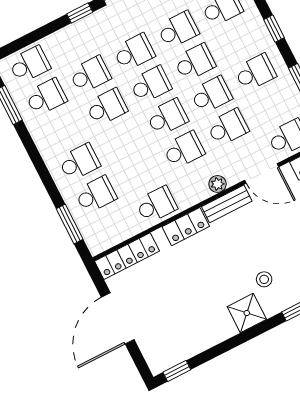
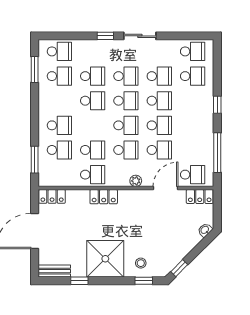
school desk: (255, 72) -> (93, 150), moved
door: (262, 174) -> (165, 188), swing flipped
bench: (227, 204) -> (54, 271), moved
locker: (127, 256) -> (52, 196), width x0.66
stool: (264, 279) -> (141, 263), moved
shower: (247, 313) -> (105, 259), width x1.86, depth x1.86
window: (177, 371) -> (79, 281), moved

